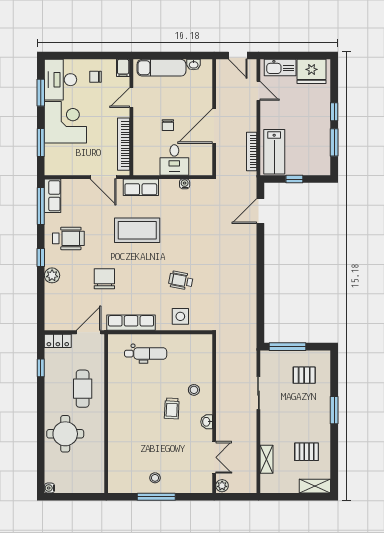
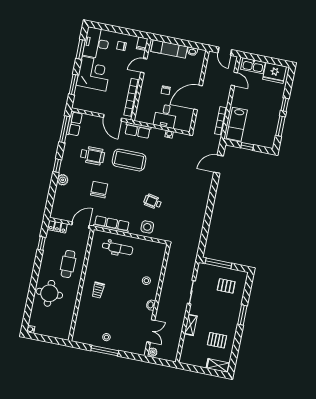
wheelchair: (68, 238) -> (93, 156), moved
trolley: (172, 408) -> (98, 290), moved
shelving: (267, 459) -> (191, 325), moved

